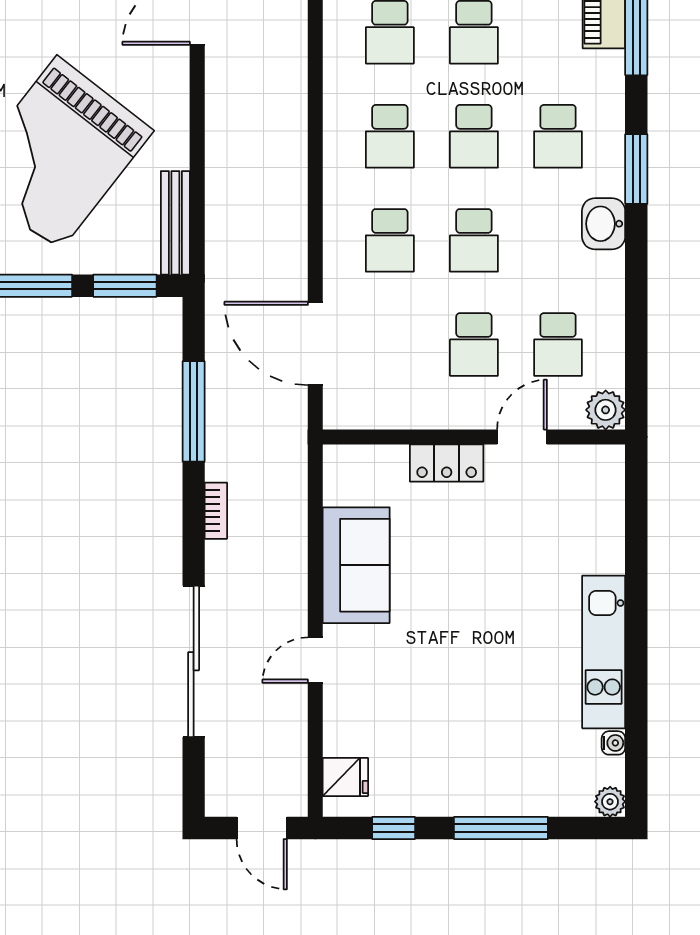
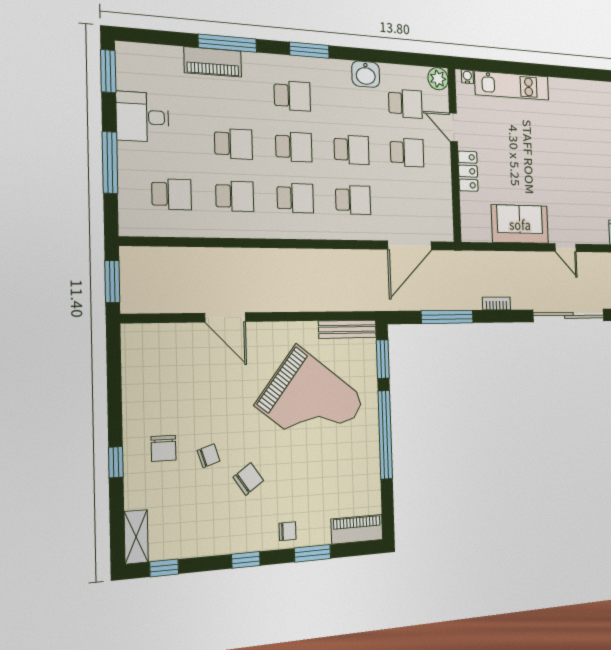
washbasin: (604, 224) -> (366, 74), moved
kitchen unit: (604, 652) -> (512, 86), moved
water cooler: (613, 743) -> (467, 77), moved

